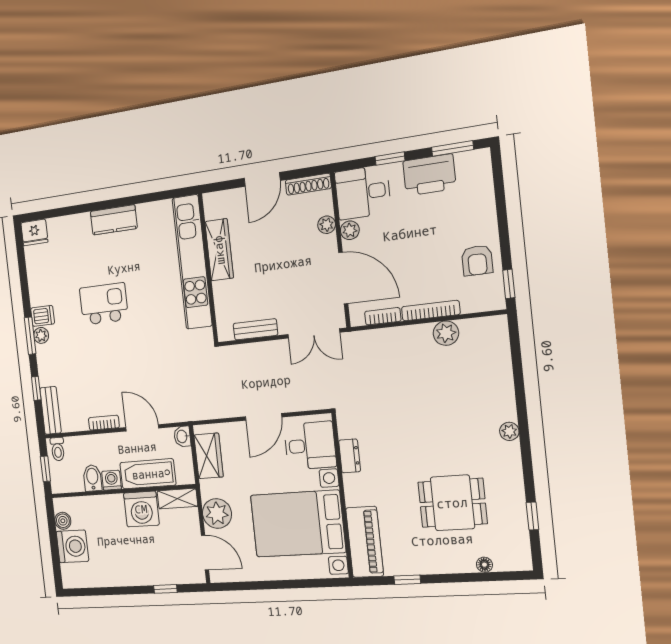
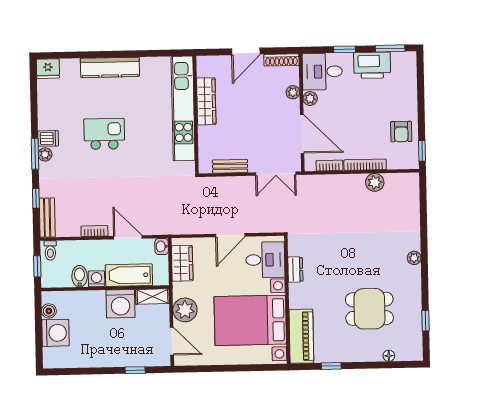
kitchen counter: (114, 220) -> (110, 67), width x1.50

